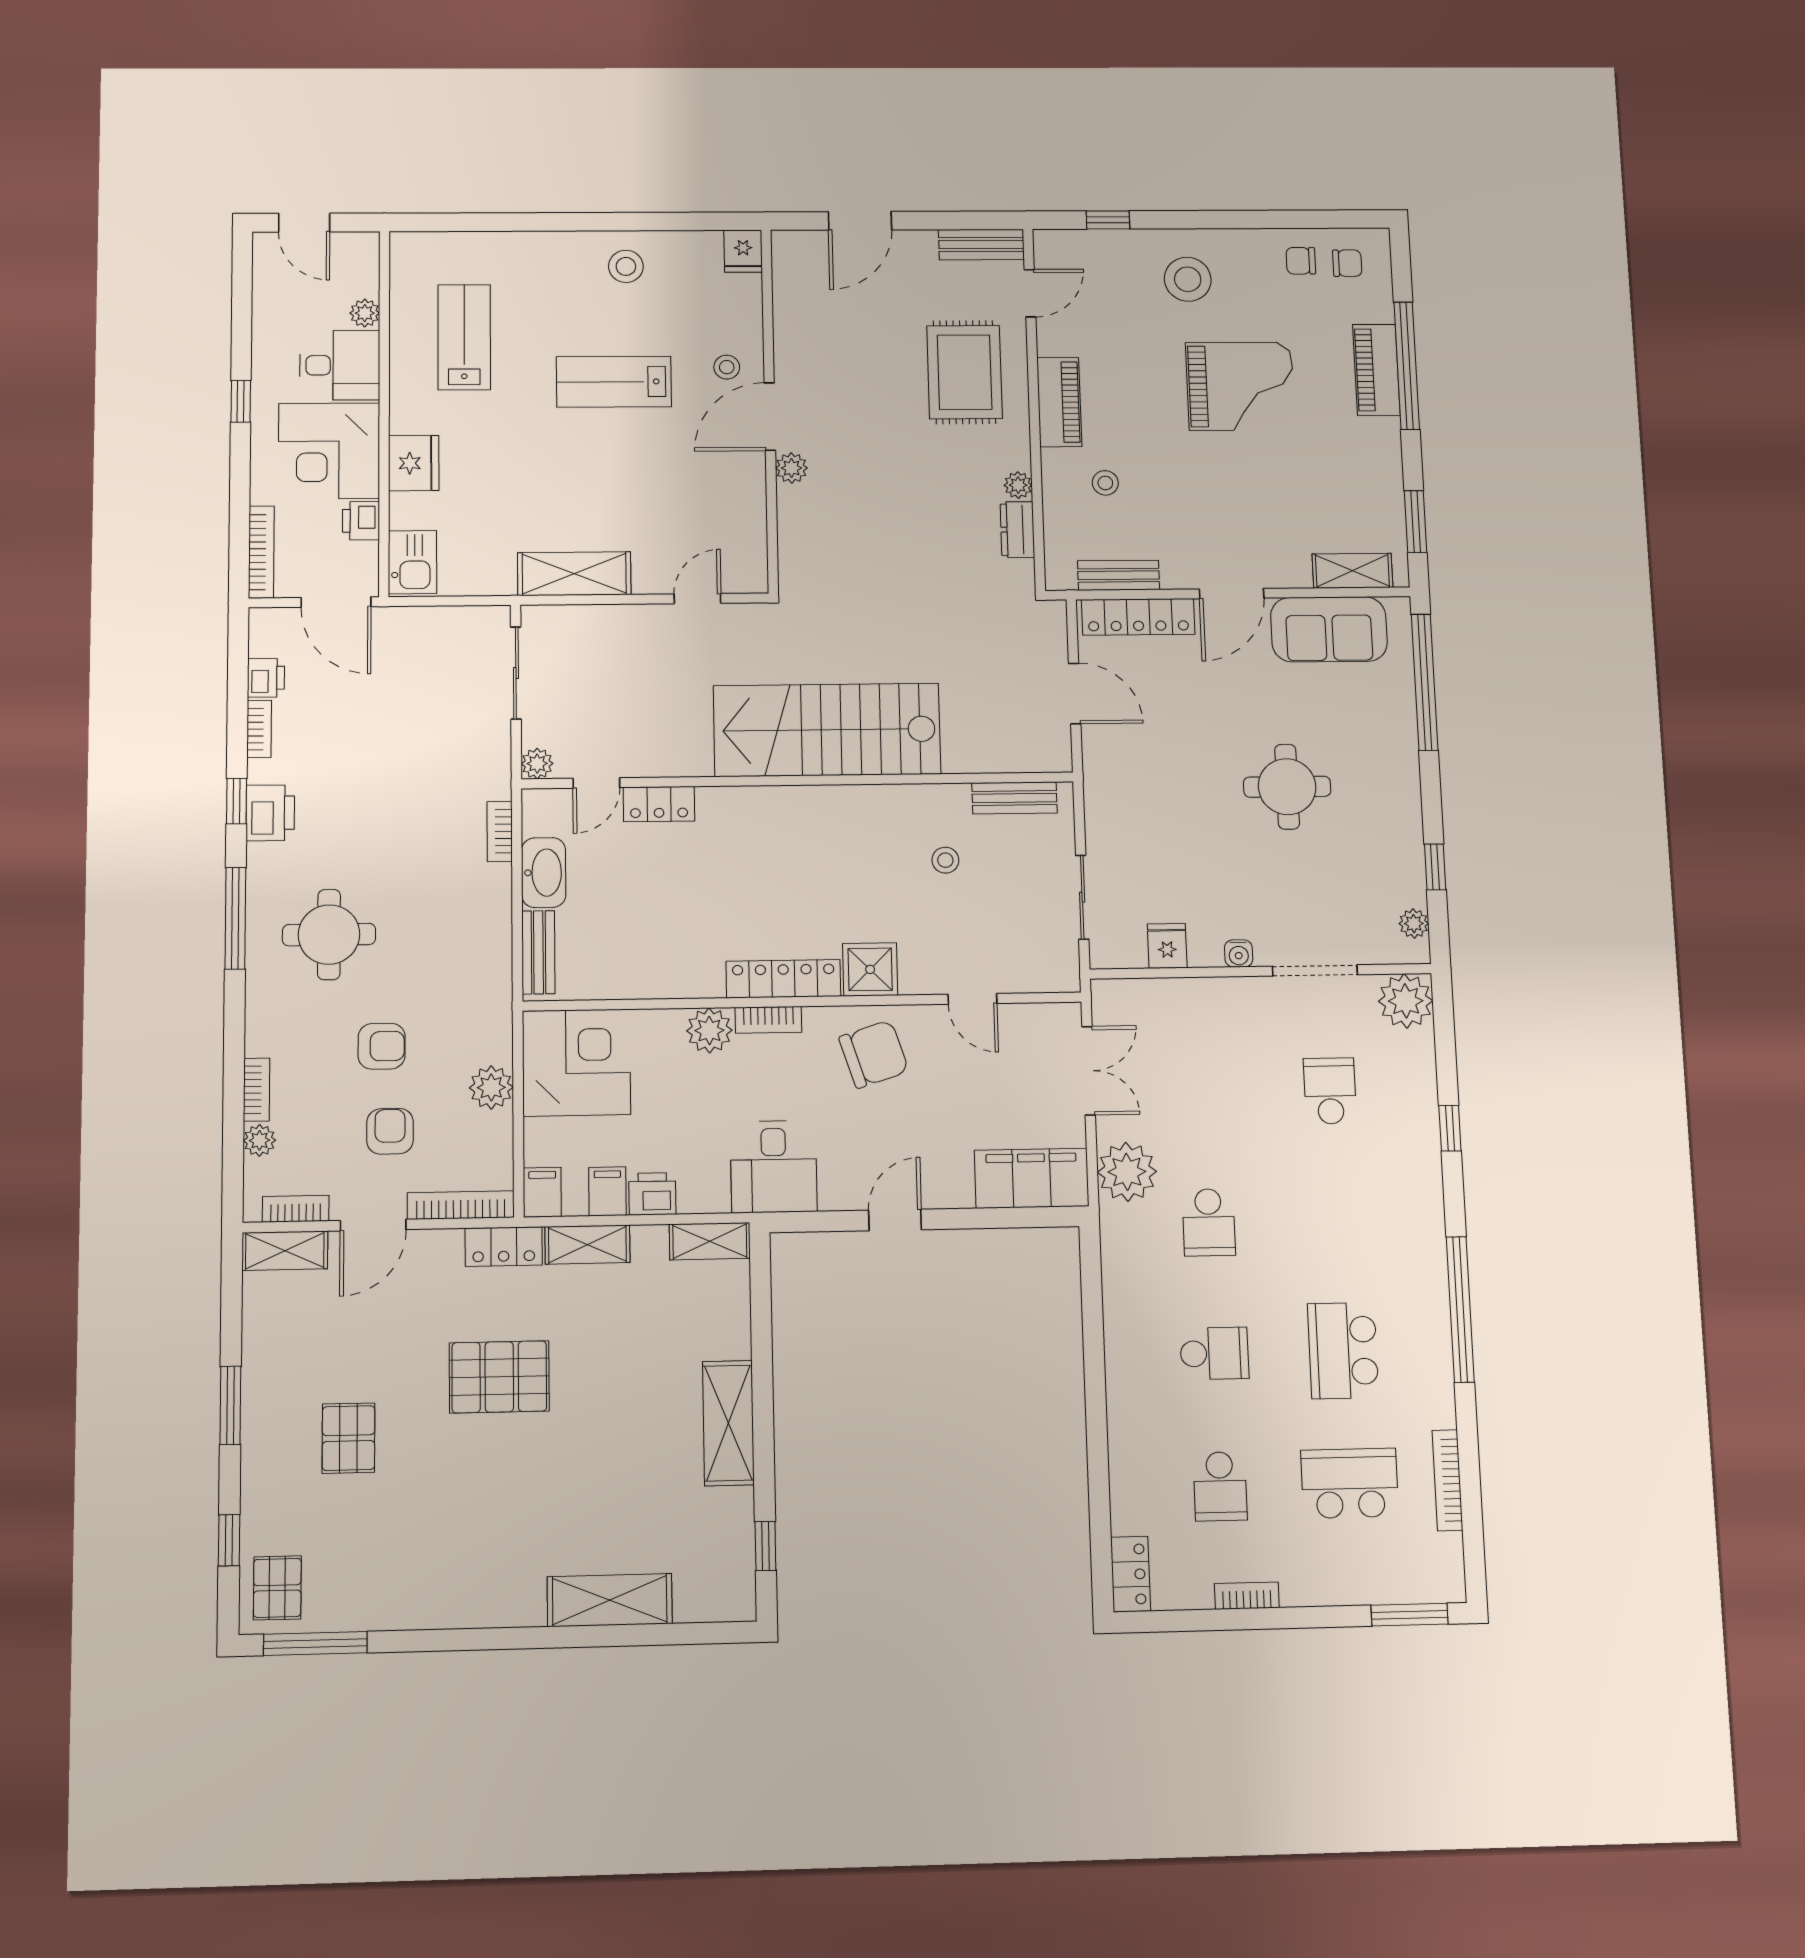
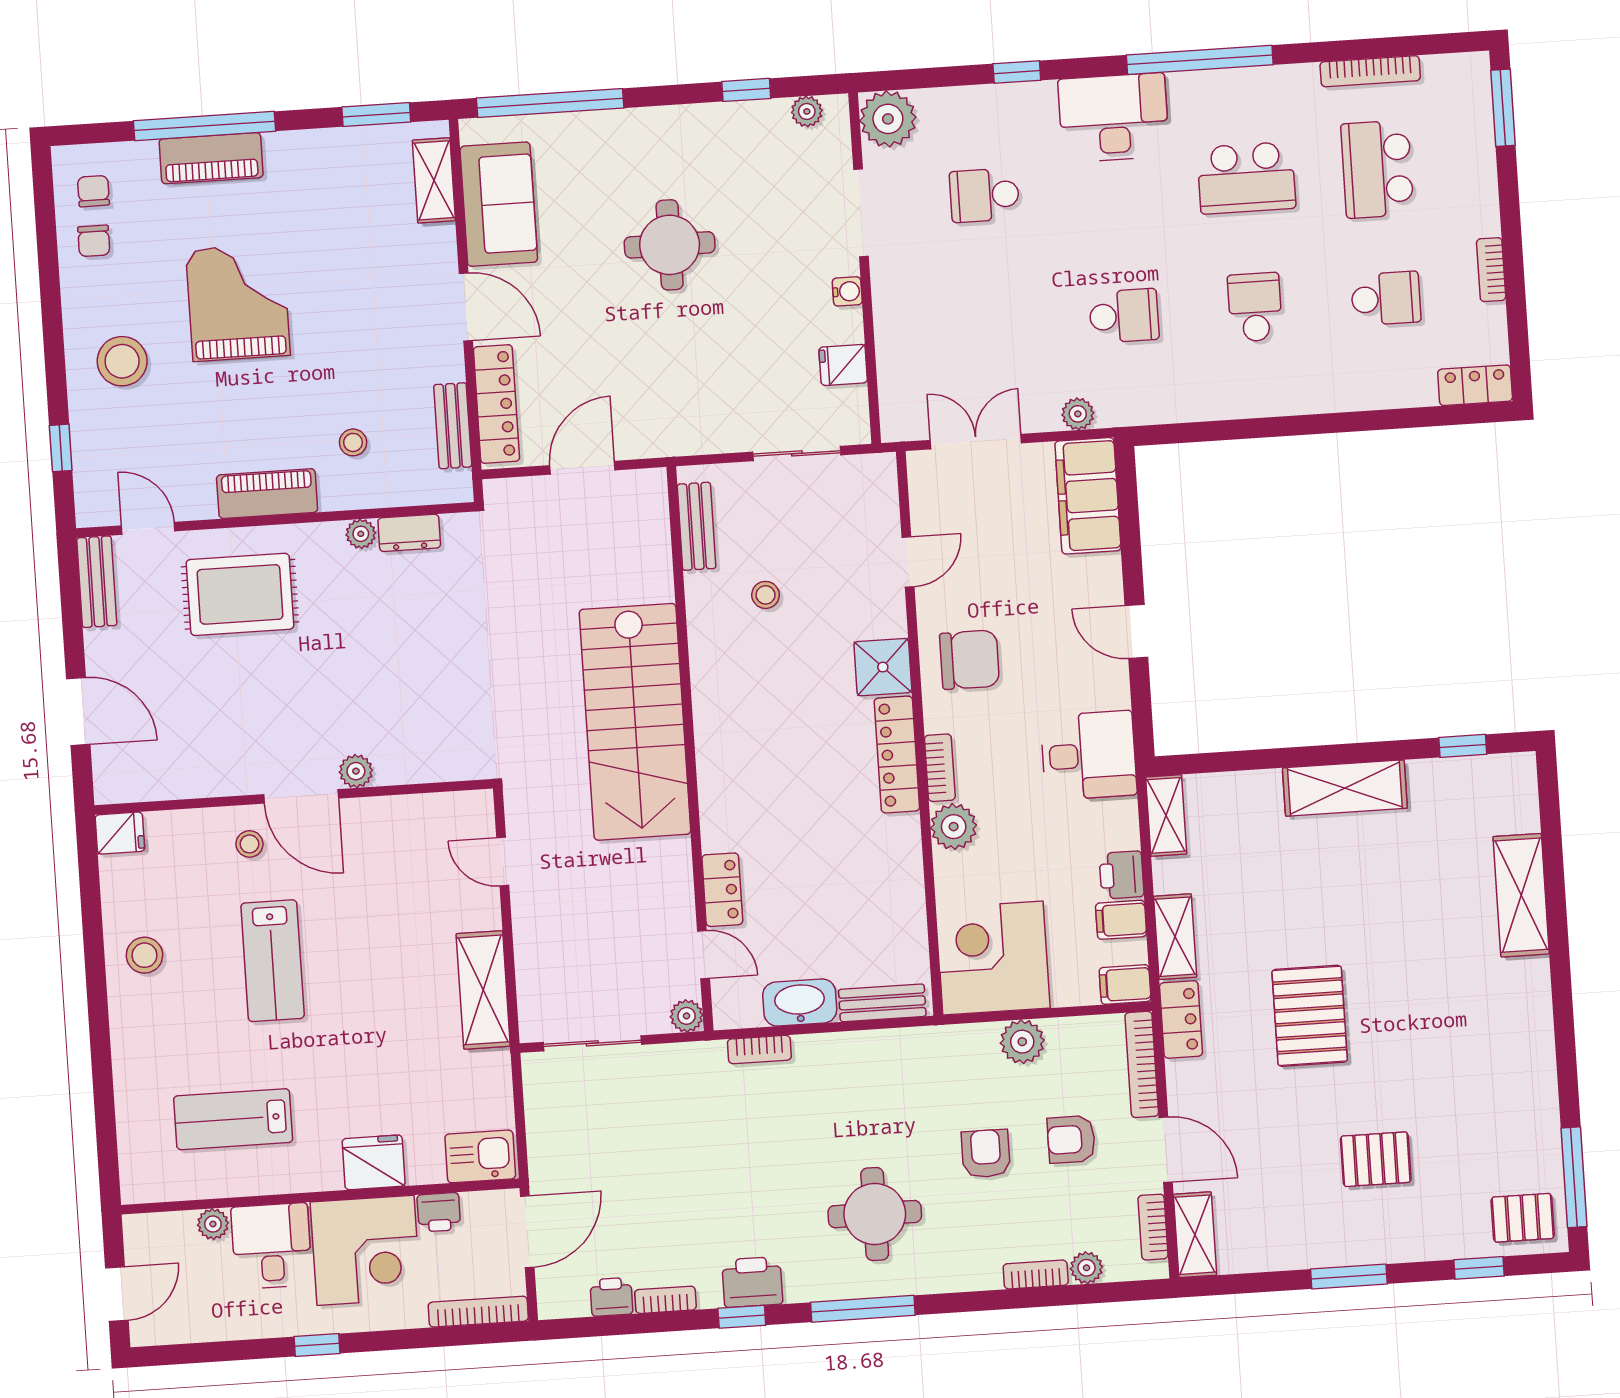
chair: (874, 1054) -> (970, 660), turned 108
plant: (1127, 1172) -> (1078, 414), width x0.53, depth x0.53
desk: (1404, 1221) -> (1114, 118), added

